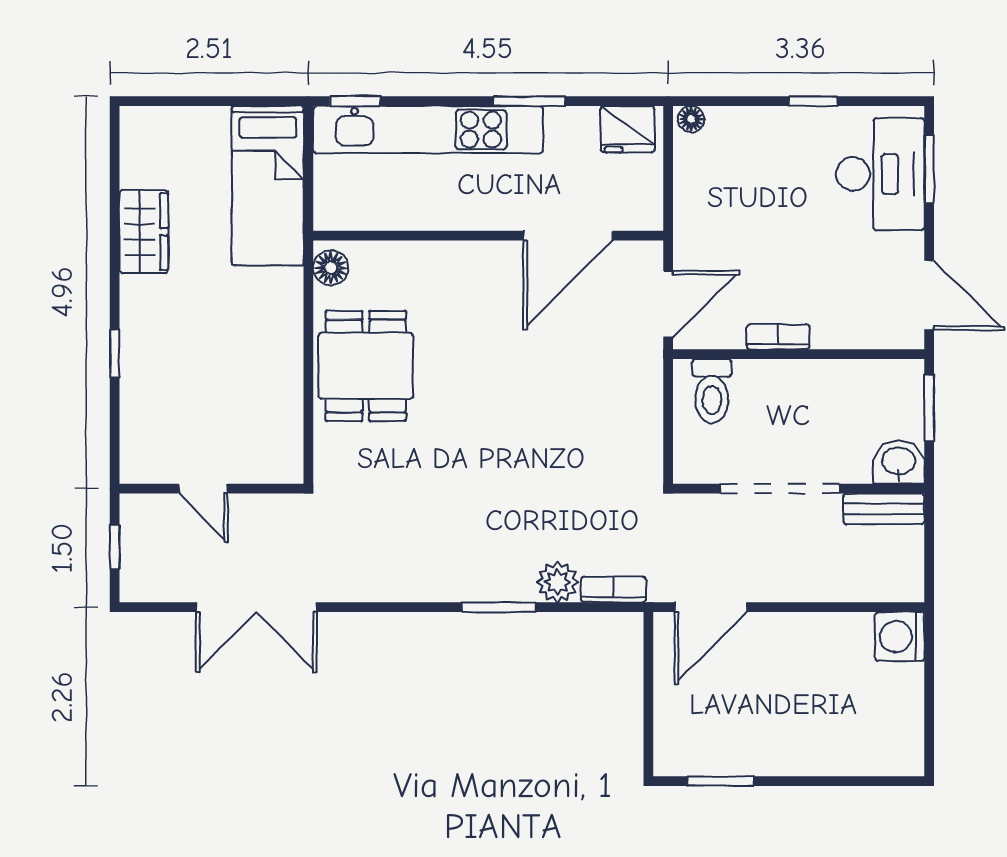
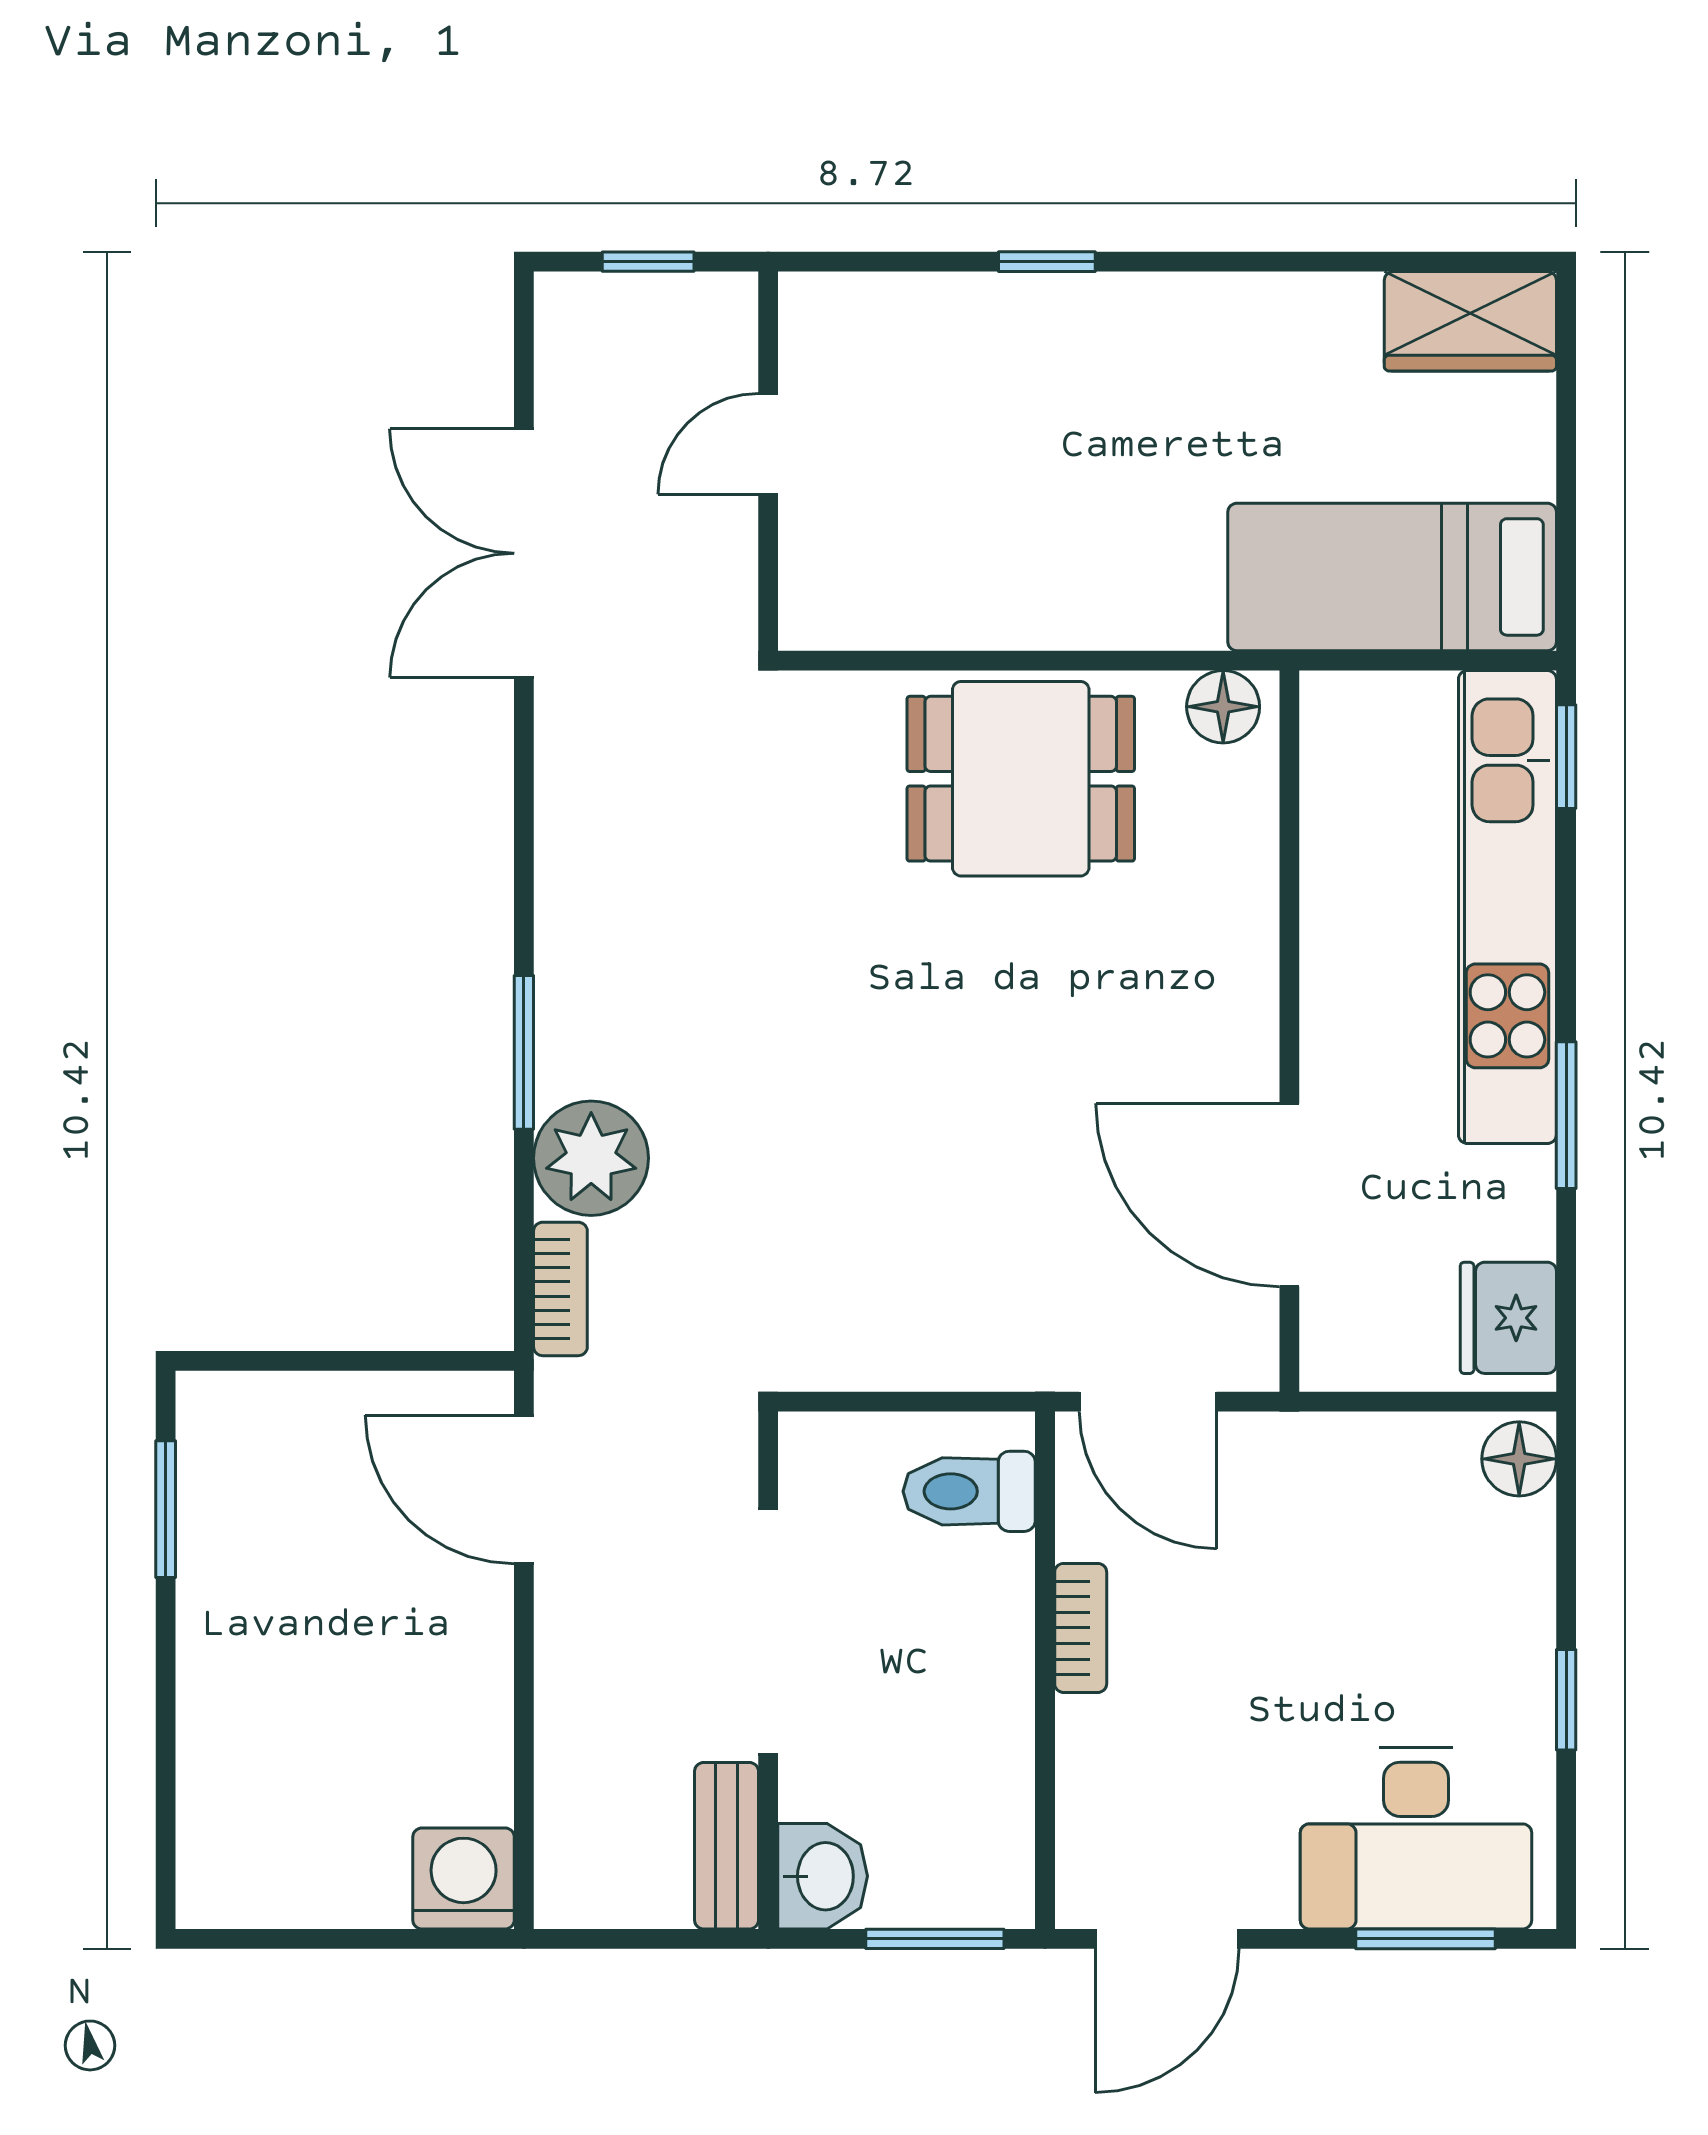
floor lamp: (691, 119) -> (1519, 1459), width x1.37, depth x1.37
wardrobe: (144, 232) -> (1470, 321), moved
plant: (557, 582) -> (591, 1158), width x1.36, depth x1.36

